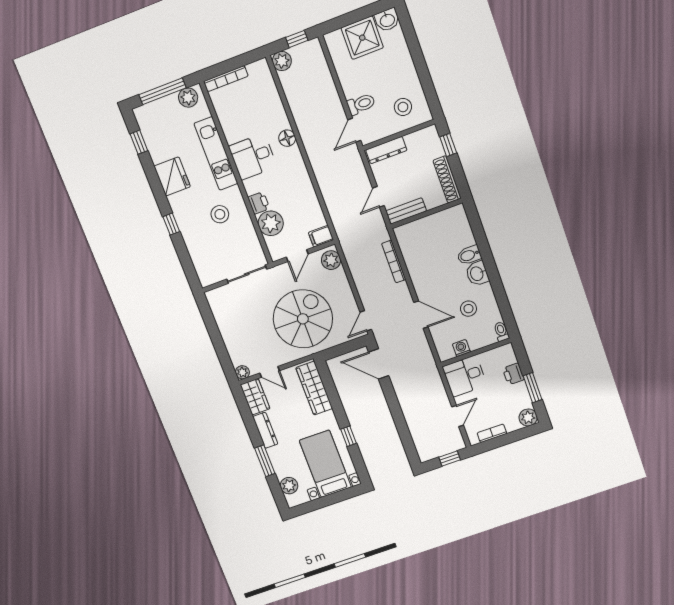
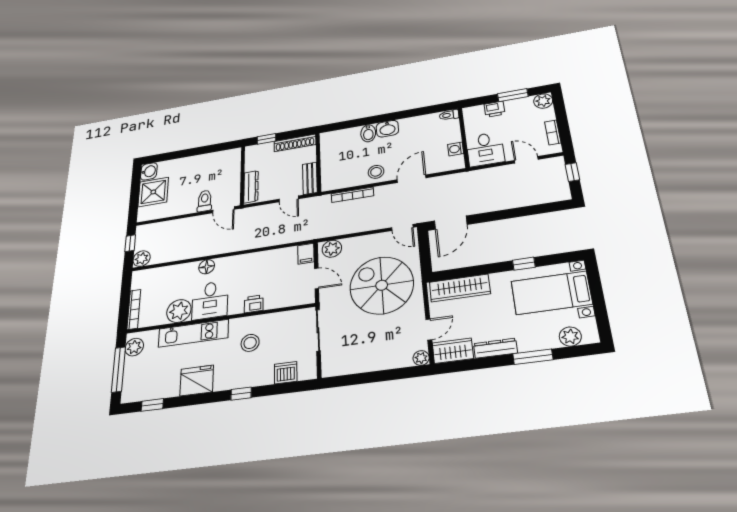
stool: (403, 107) -> (221, 169), removed
plant: (271, 223) -> (179, 311), moved
dishwasher: (200, 258) -> (286, 373), added
stool: (468, 309) -> (376, 172), moved

